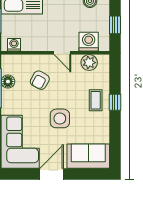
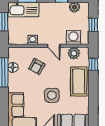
washing machine: (14, 45) -> (33, 40), moved
coffee table: (96, 100) -> (79, 82), width x1.86, depth x1.72
window: (115, 102) -> (93, 64), moved

